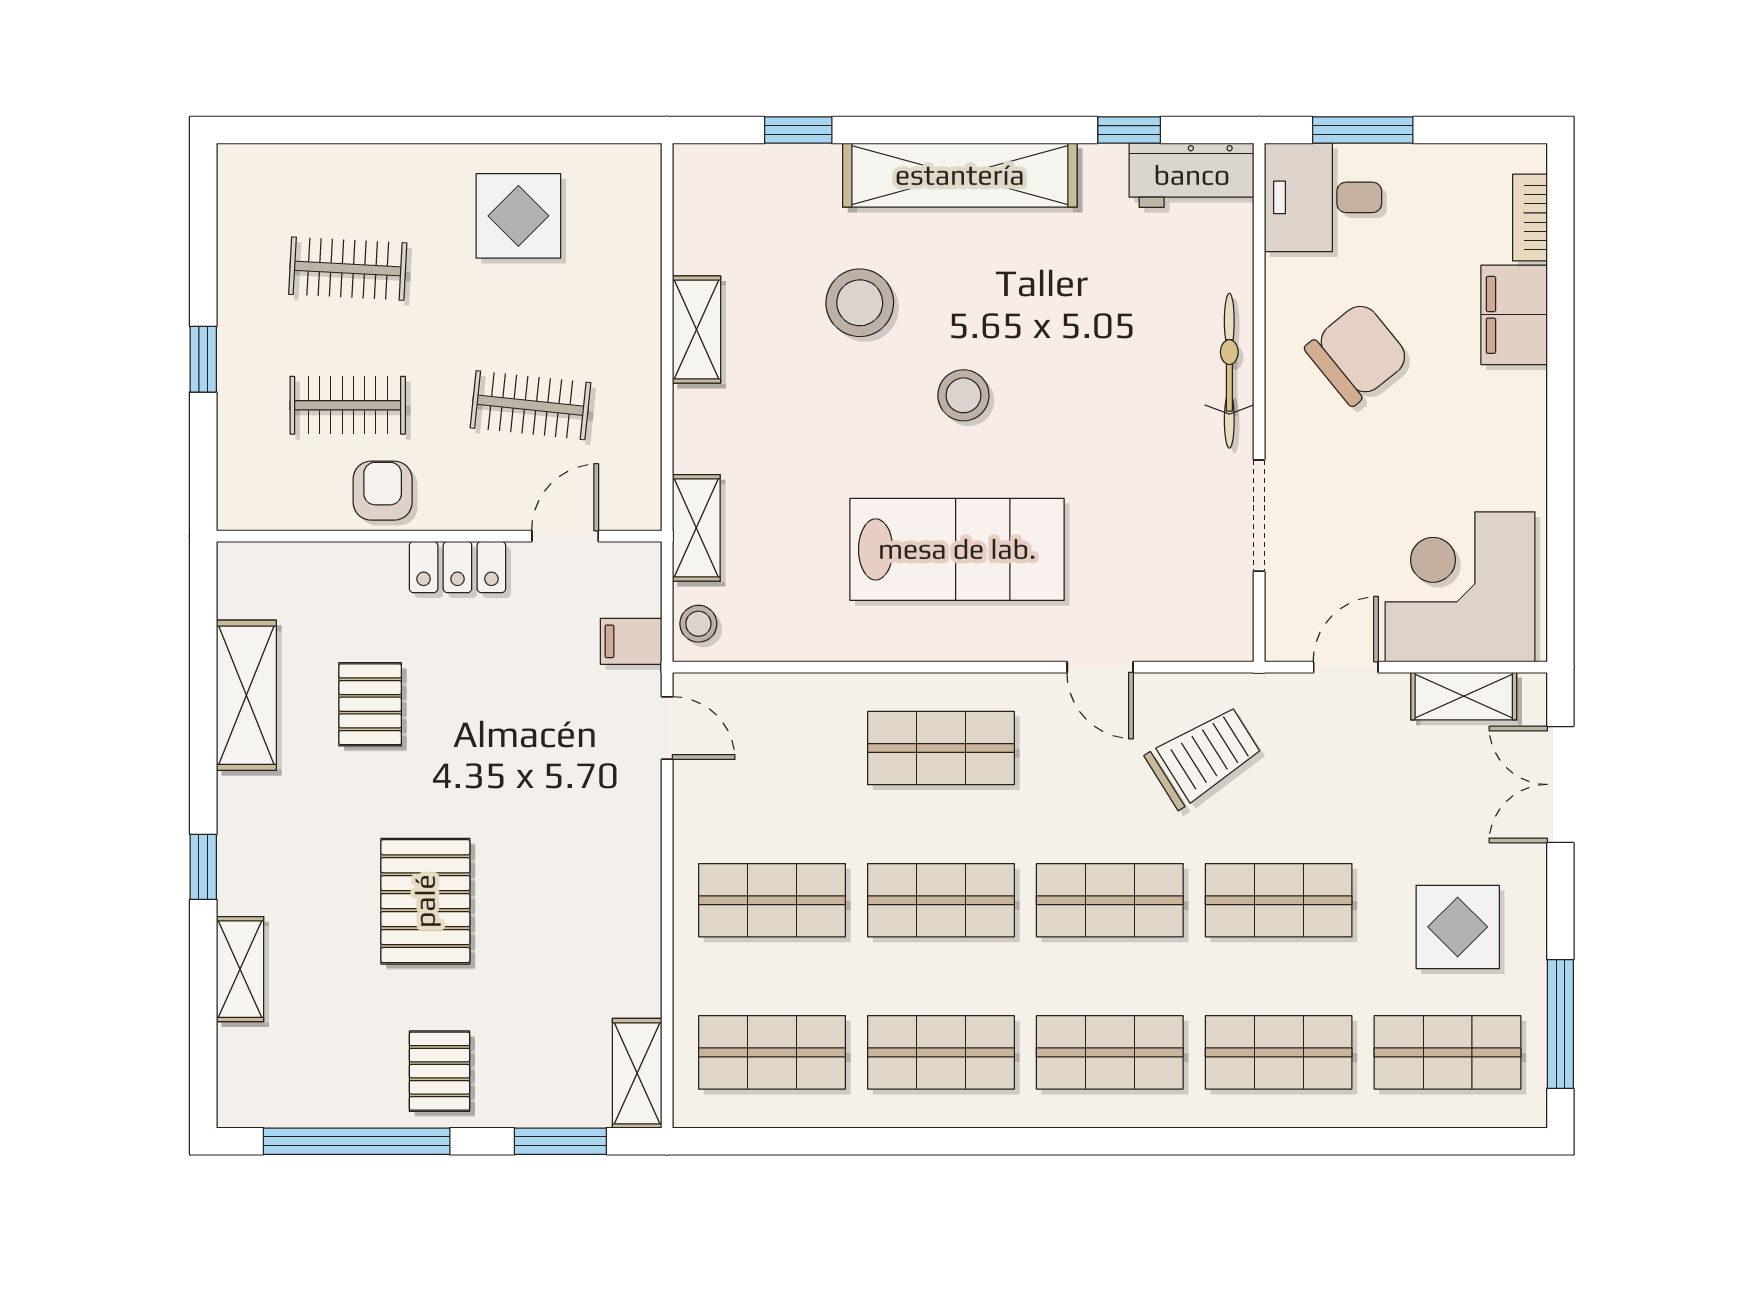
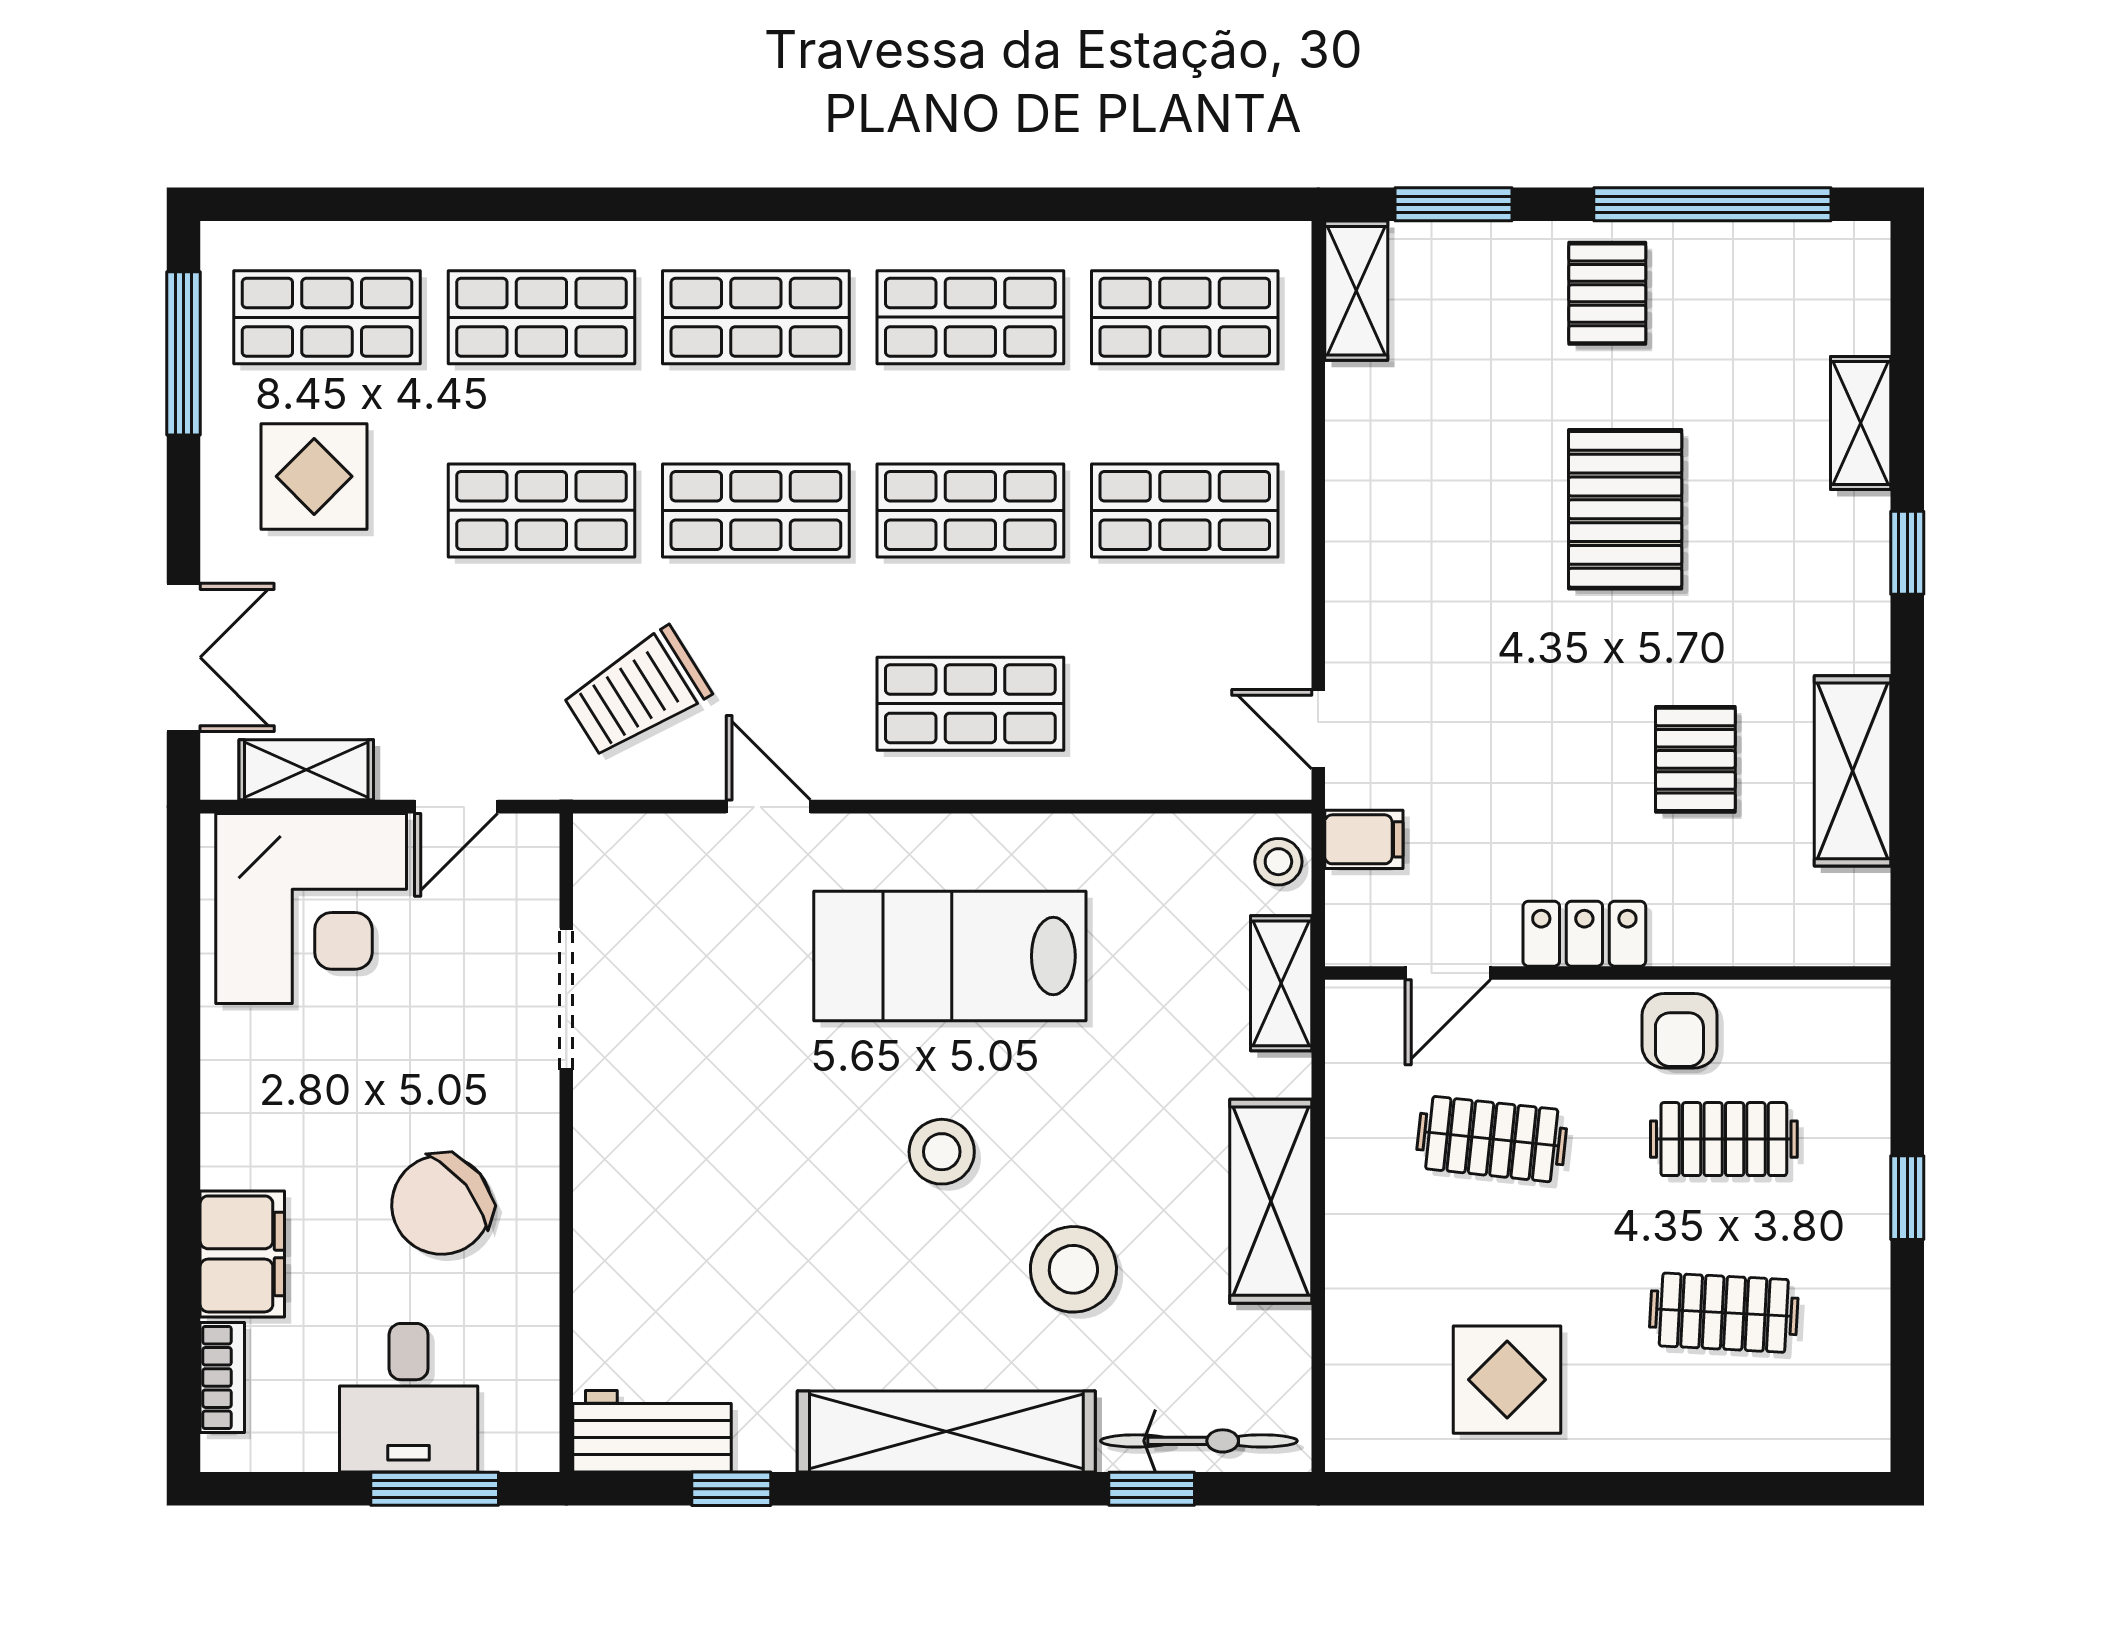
desk: (1323, 197) -> (409, 1398), moved, turned 90
shelving: (696, 330) -> (1271, 1201), width x1.50, depth x1.33
bicycle: (1229, 371) -> (1199, 1441), moved, turned -90

